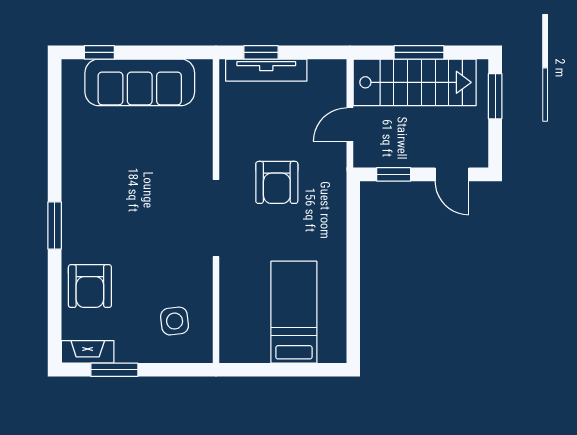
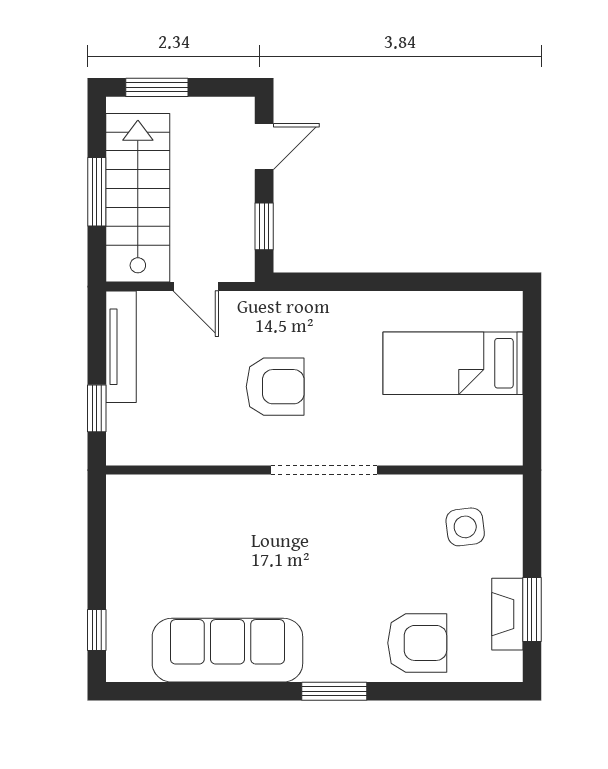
tv unit: (266, 70) -> (121, 347), moved
sofa: (140, 82) -> (227, 650), moved, turned -90
fireplace: (88, 352) -> (507, 614), moved

